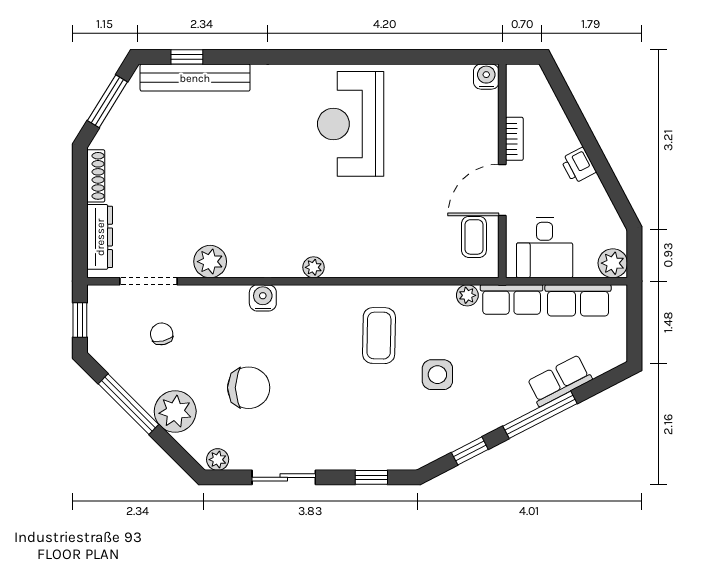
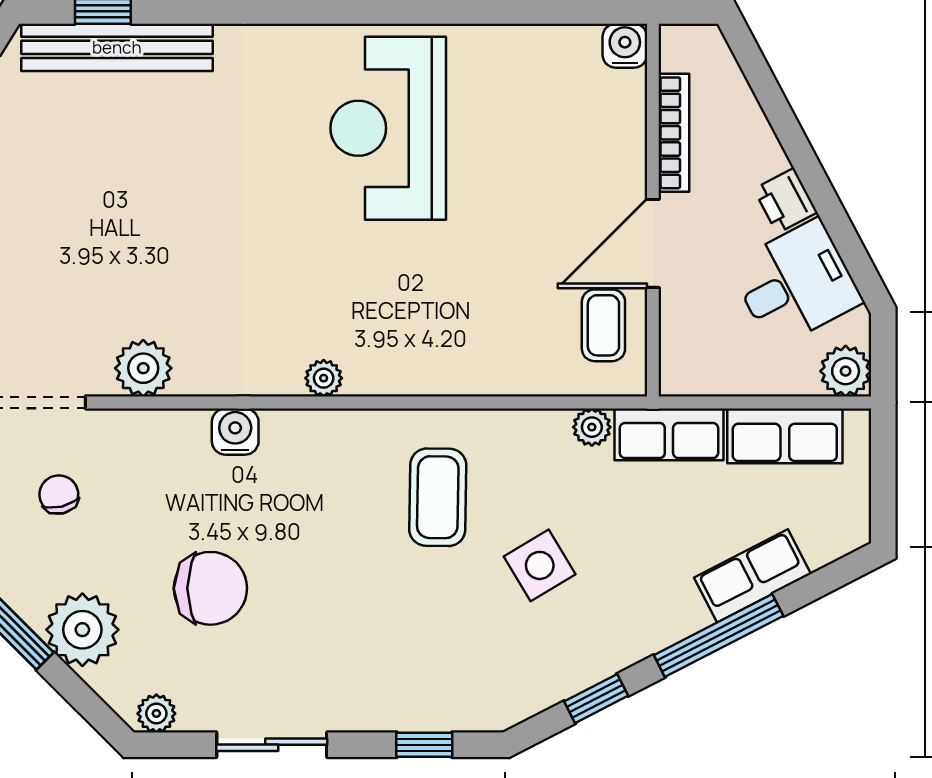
bookcase: (514, 139) -> (674, 133), width x1.56
desk: (545, 248) -> (796, 283), moved, turned -118
side table: (437, 375) -> (540, 565), turned -31

